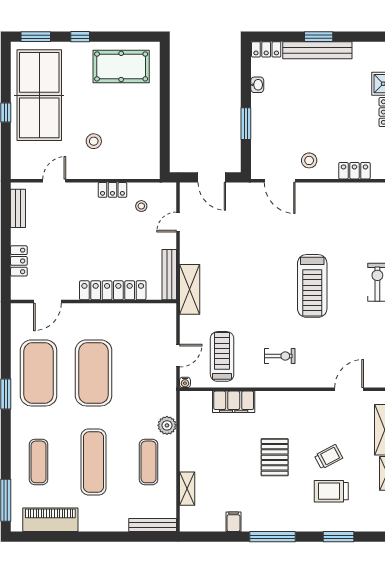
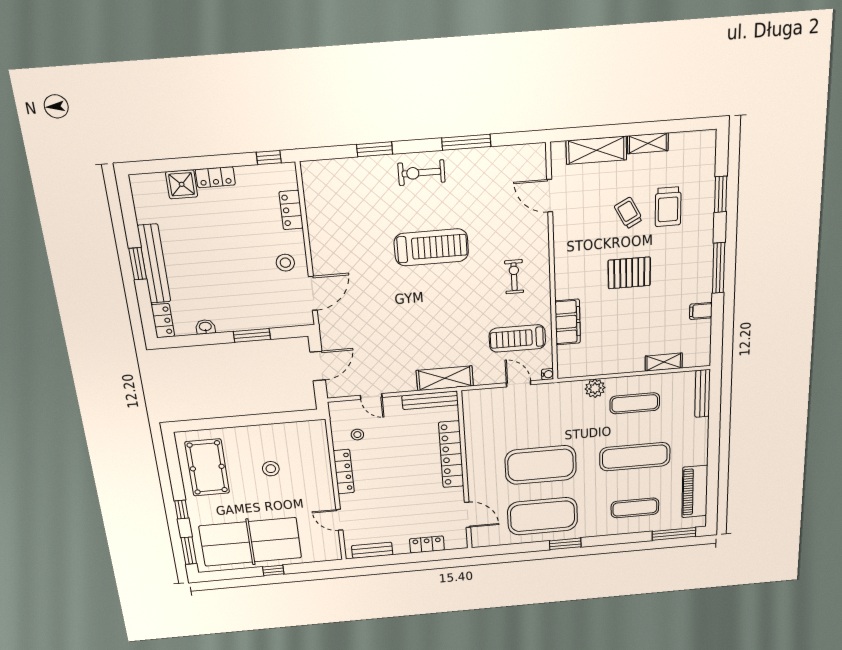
stool: (94, 141) -> (271, 469), moved
locker: (112, 190) -> (344, 472), width x1.53

